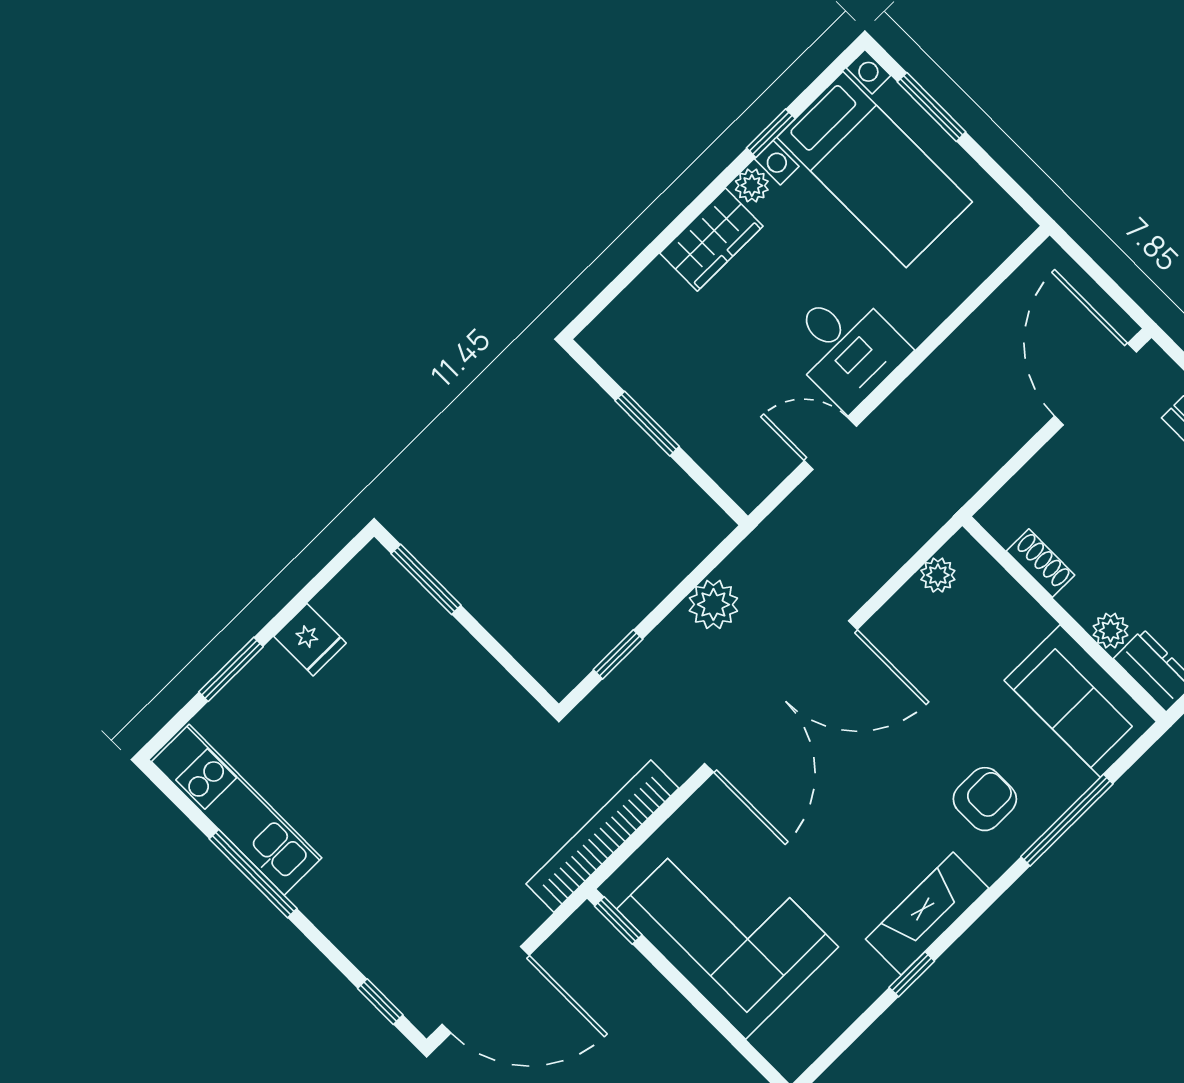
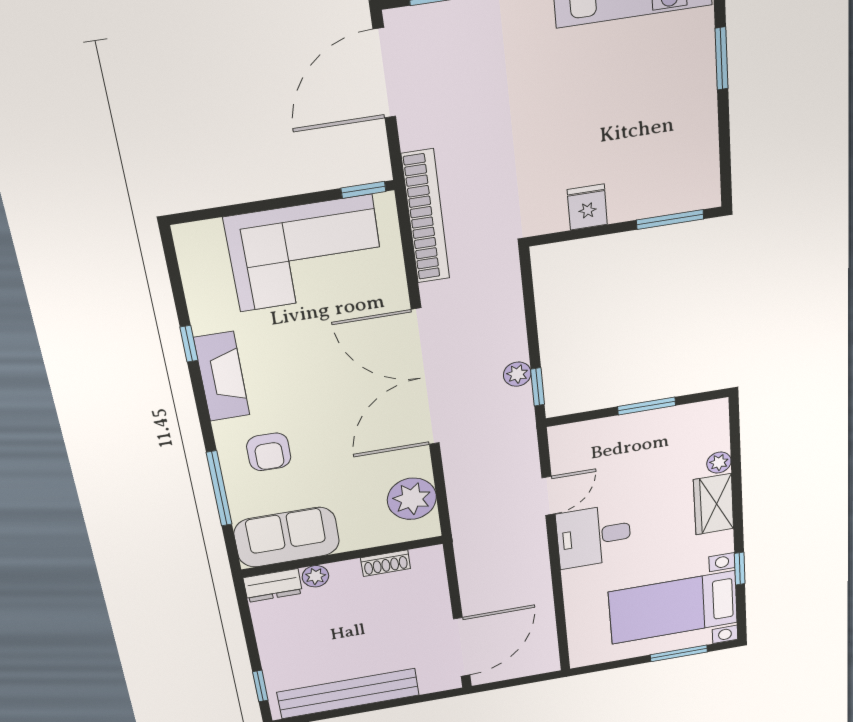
plant: (752, 185) -> (719, 463), moved
door: (1095, 384) -> (462, 647), hinge flipped
plant: (938, 575) -> (412, 499), width x1.88, depth x1.88
plant: (713, 604) -> (517, 374), width x0.73, depth x0.73
fridge: (310, 640) -> (587, 207), moved, turned 90
window: (618, 654) -> (538, 387), moved

